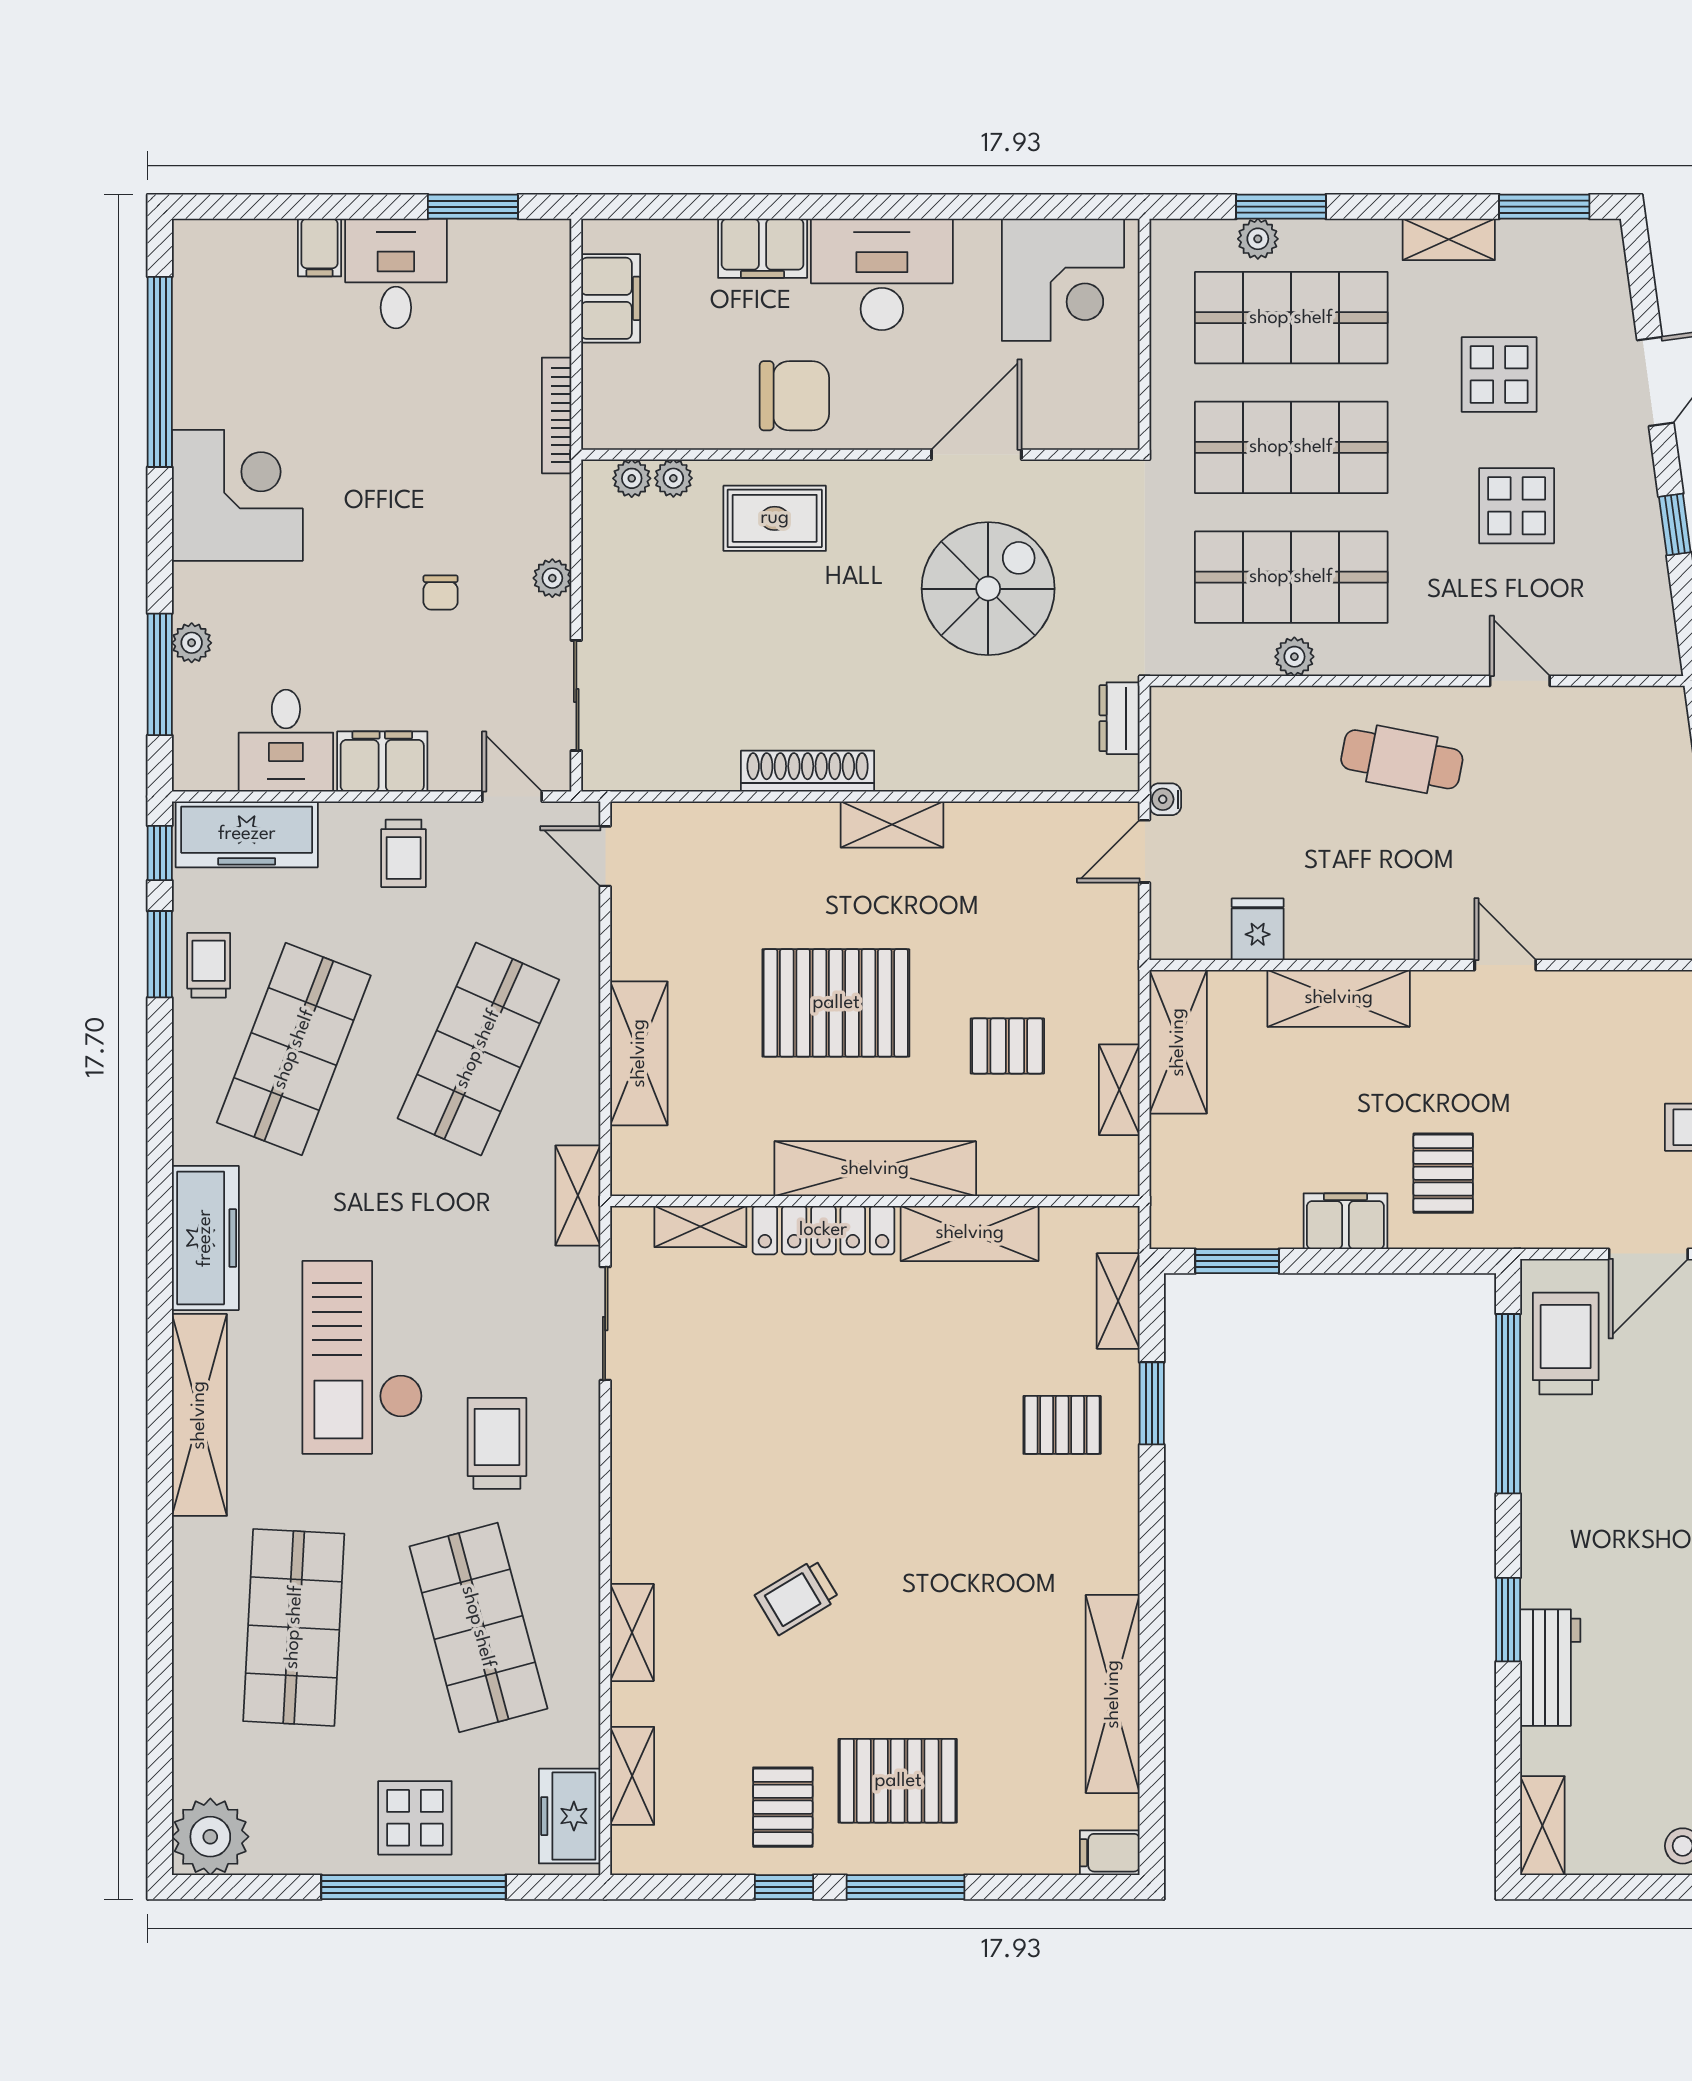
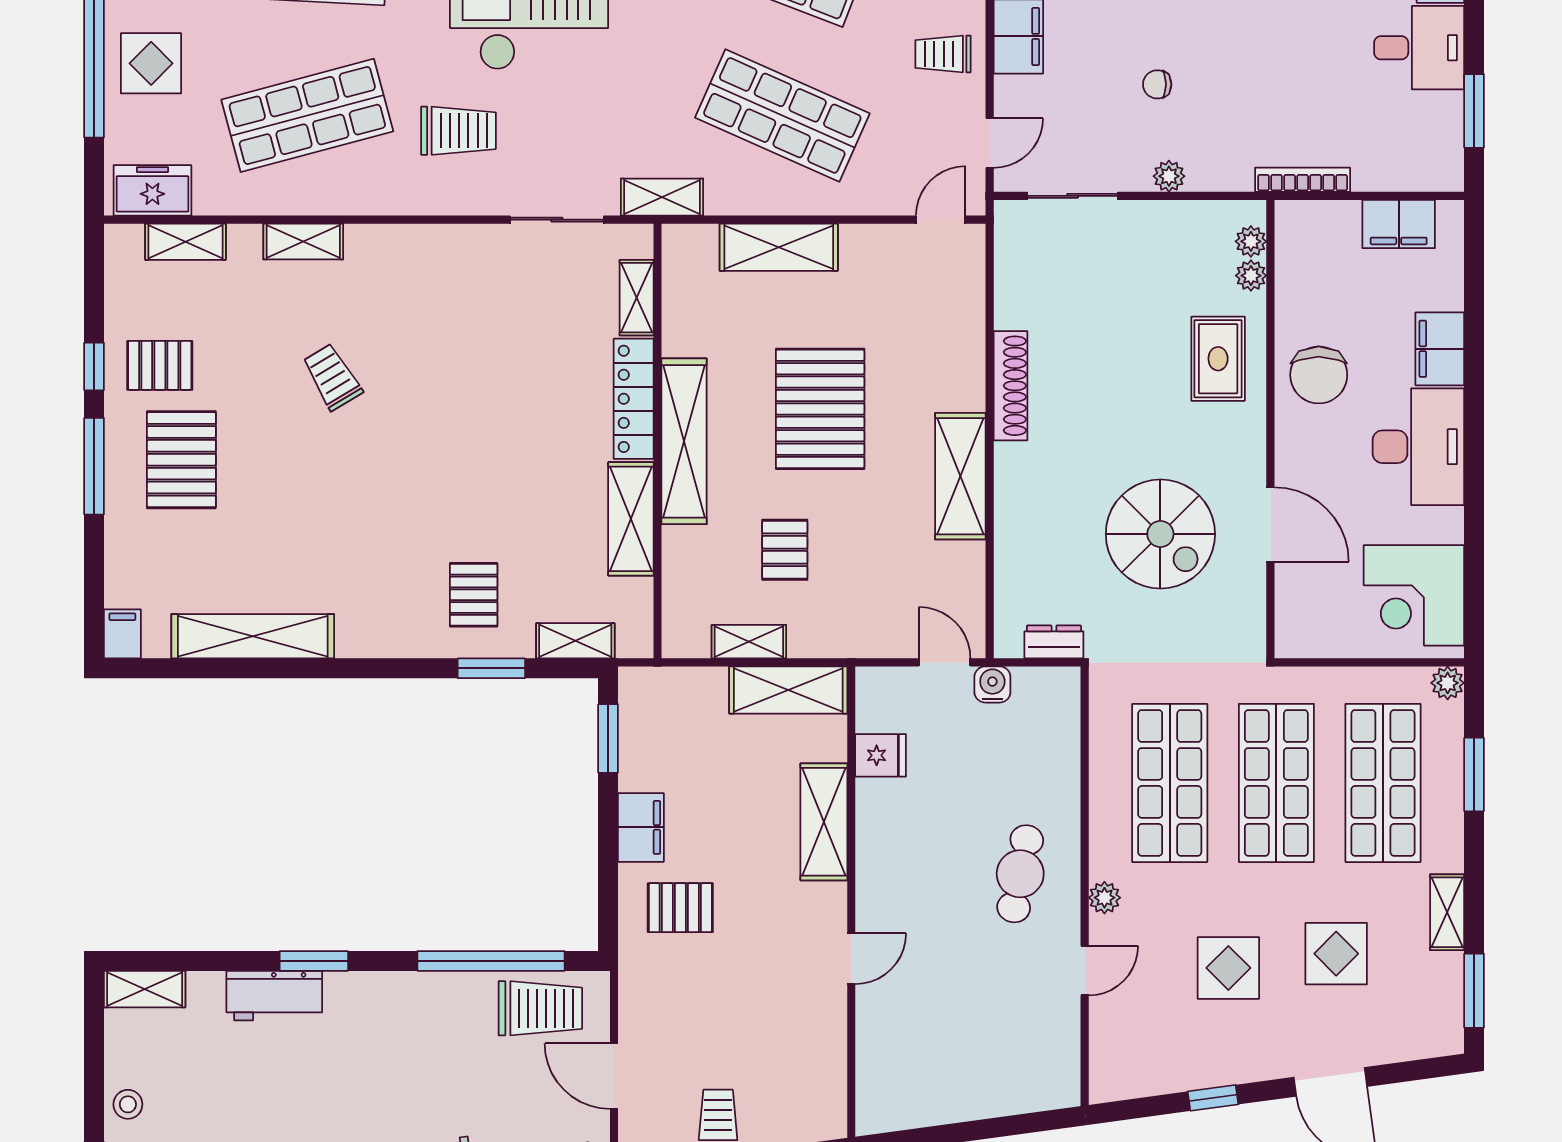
plant: (1258, 239) -> (1448, 683), moved
plant: (1294, 657) -> (1104, 898), moved
water cooler: (1165, 799) -> (992, 684), width x1.38, depth x1.38
shelving: (892, 824) -> (960, 476), width x1.50, depth x1.33

